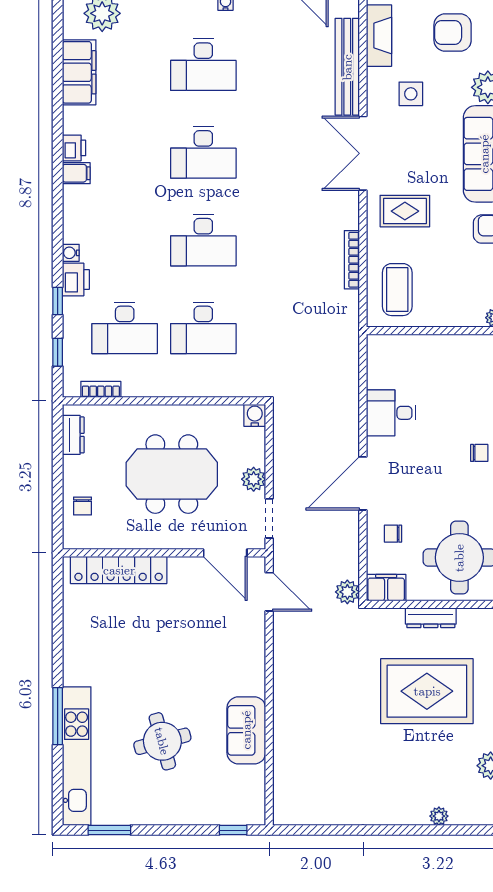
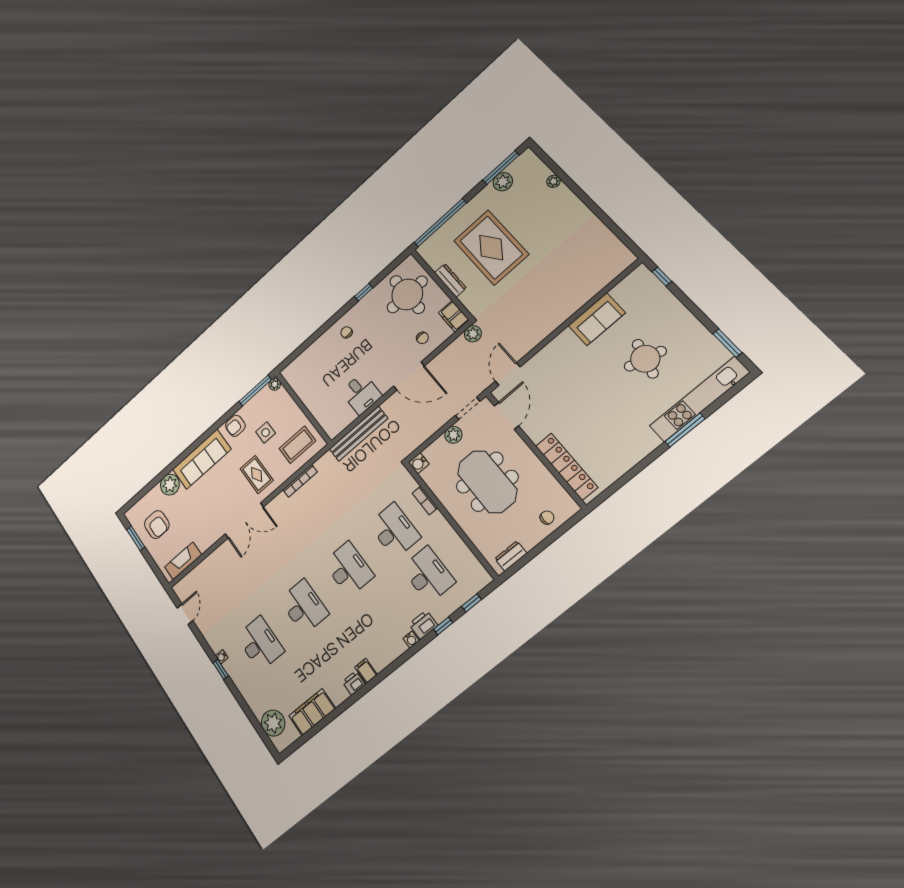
bench: (347, 67) -> (358, 434), moved
side table: (411, 94) -> (266, 433), moved
bookcase: (101, 389) -> (425, 500), moved
round table: (162, 741) -> (645, 359), turned 30

